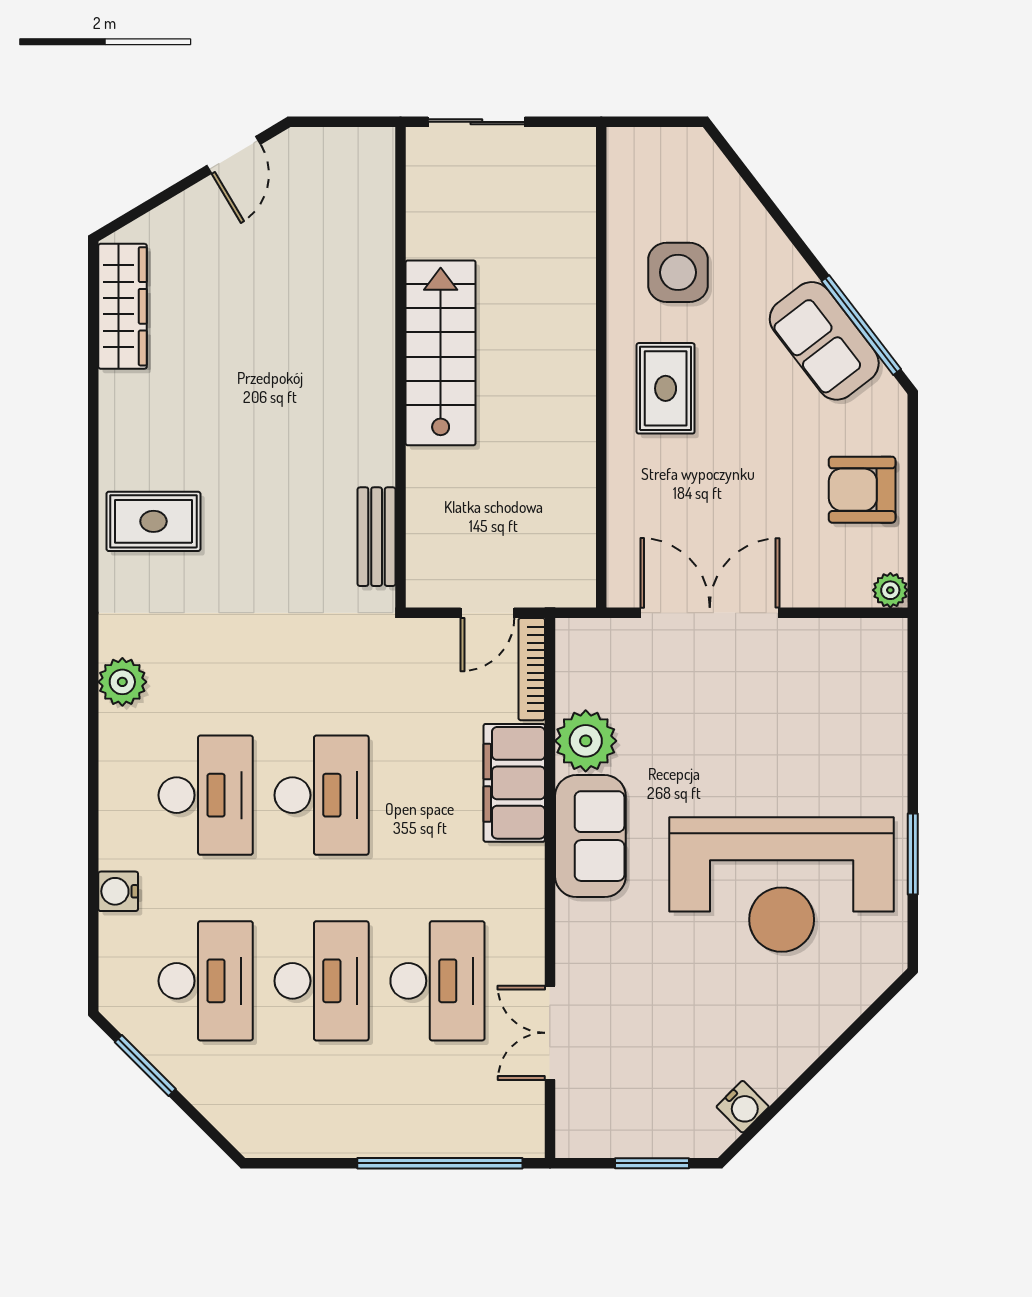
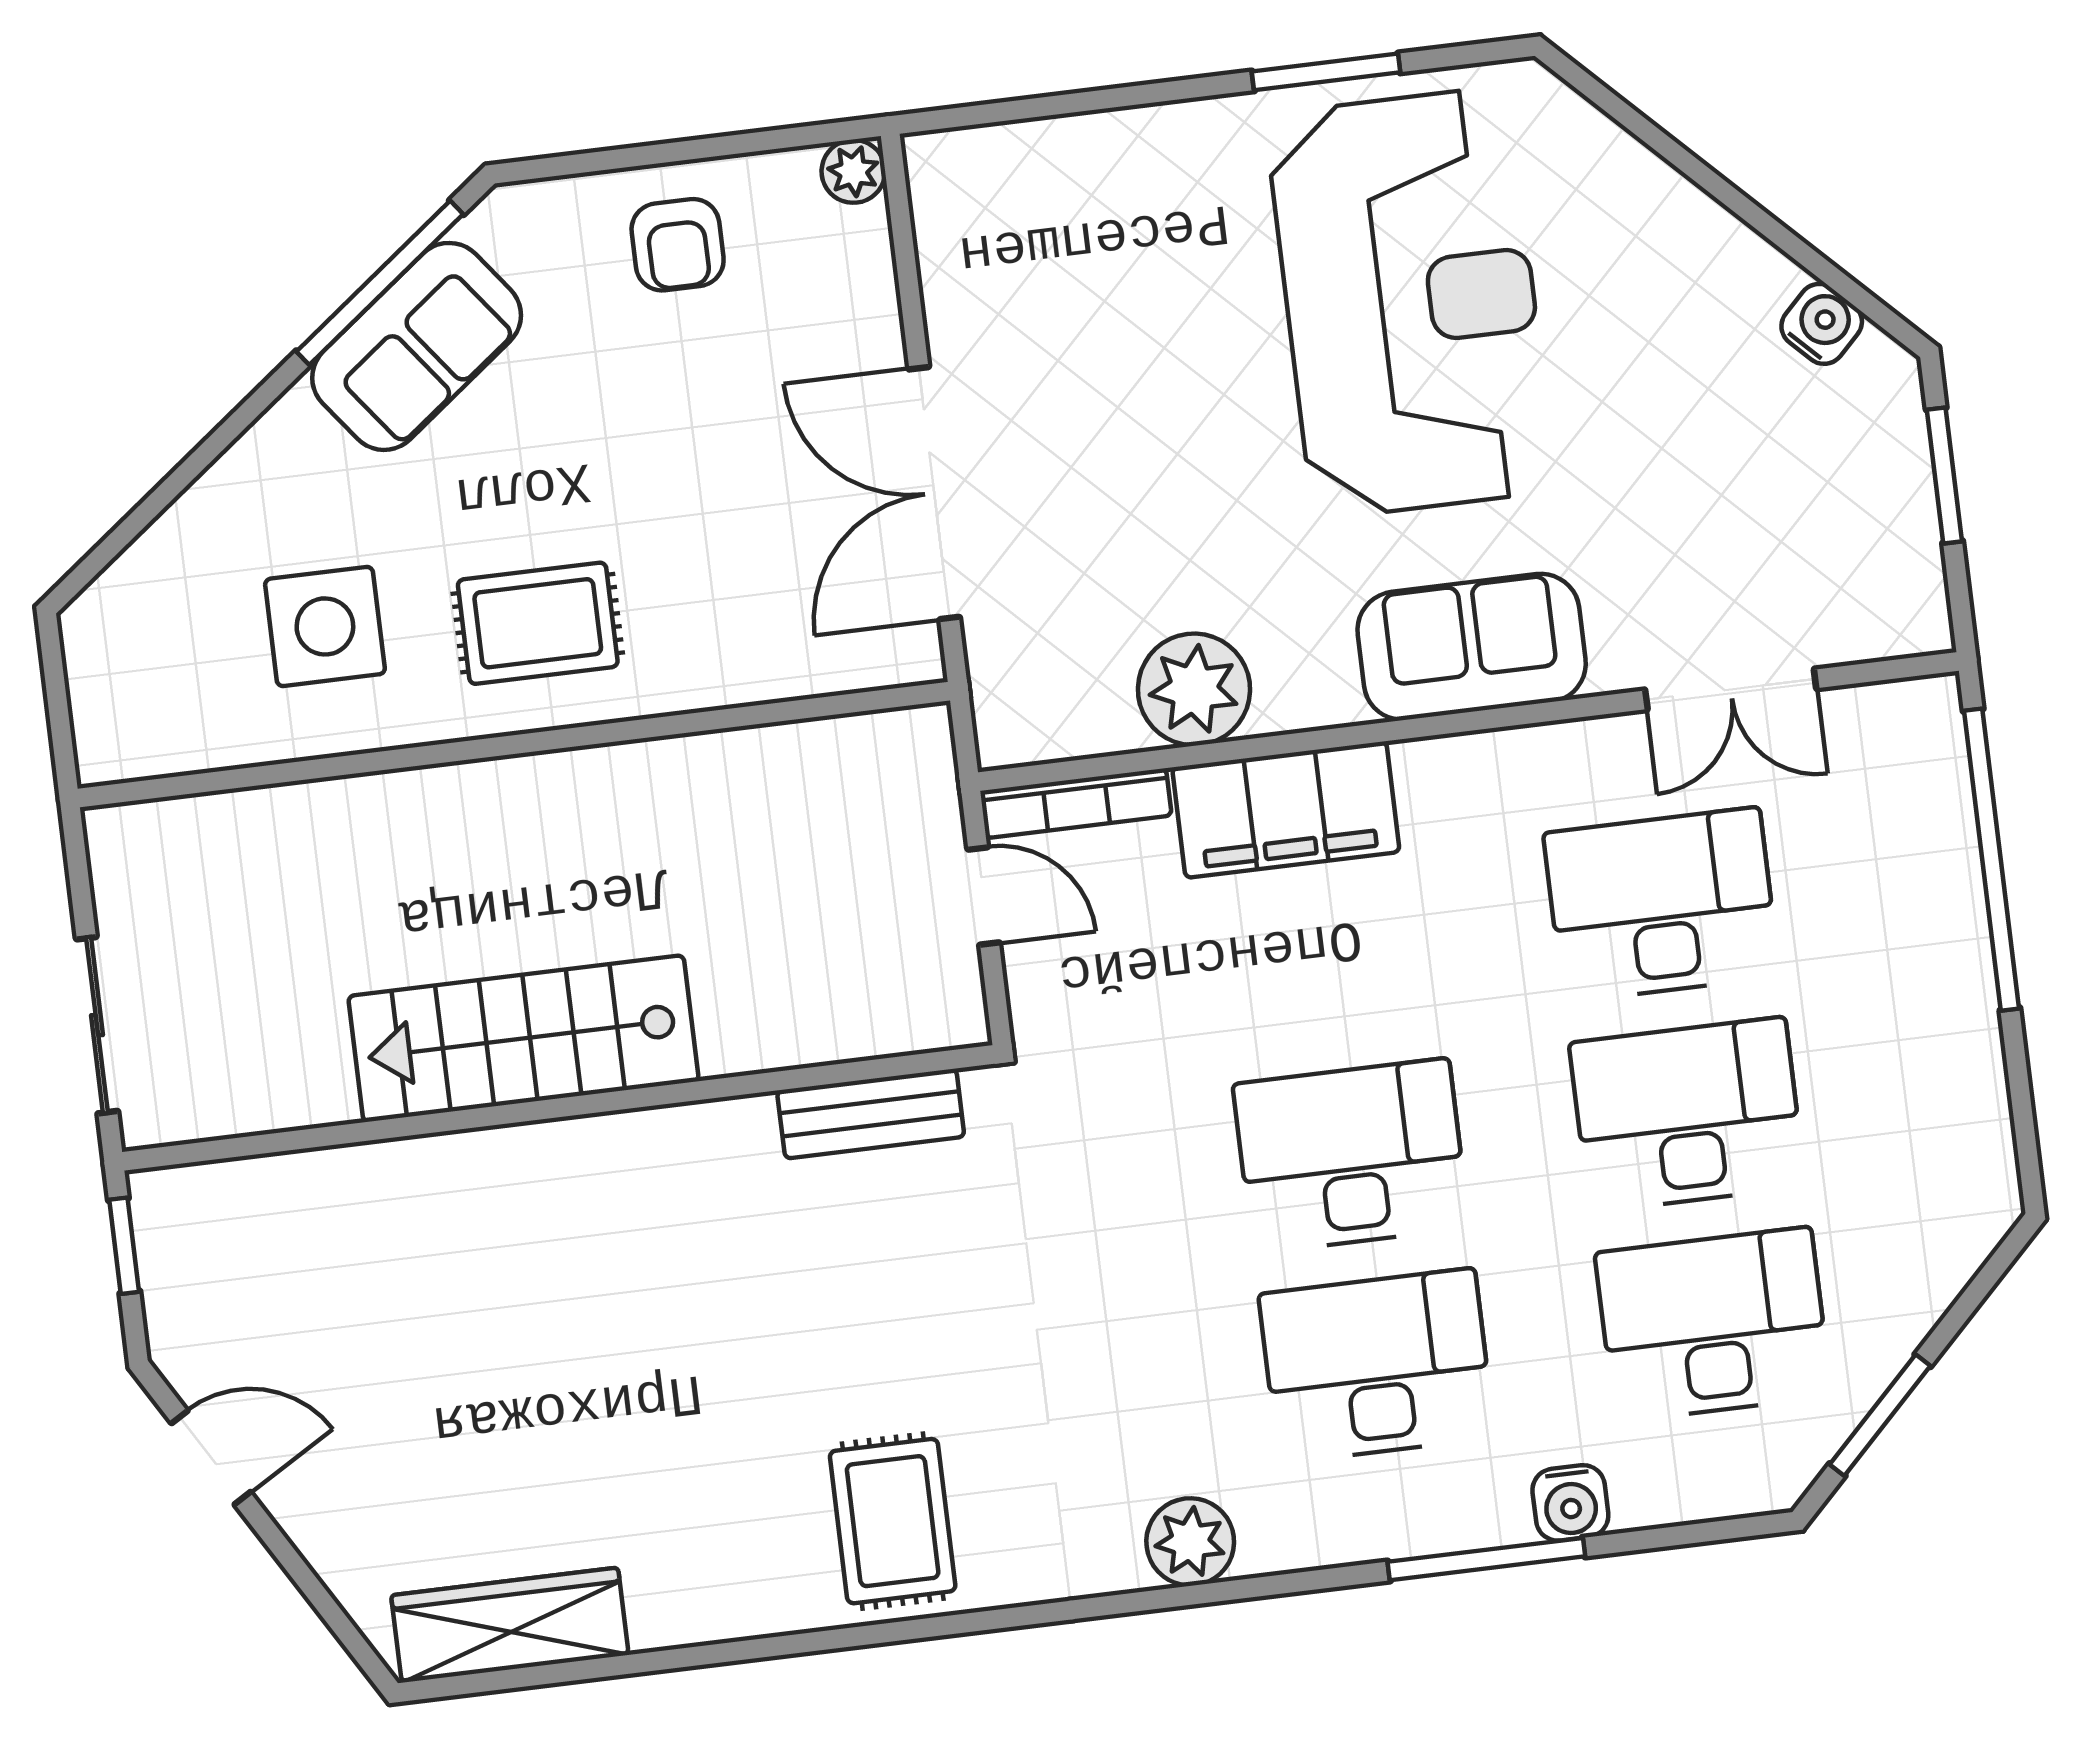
window: (355, 122) -> (124, 1246), added
armchair: (862, 490) -> (678, 245), width x0.72, depth x0.72
sofa: (590, 836) -> (1472, 647), moved
window: (93, 842) -> (1486, 1559), added

